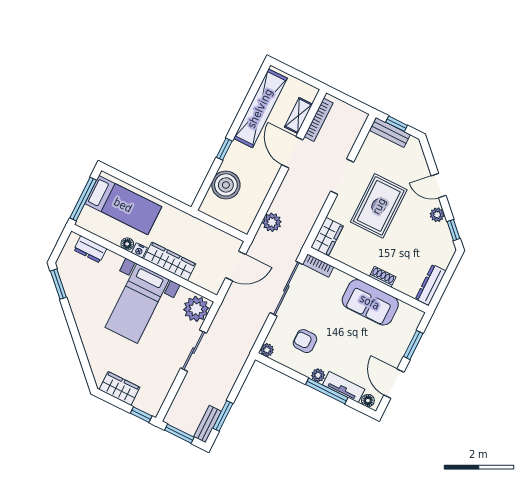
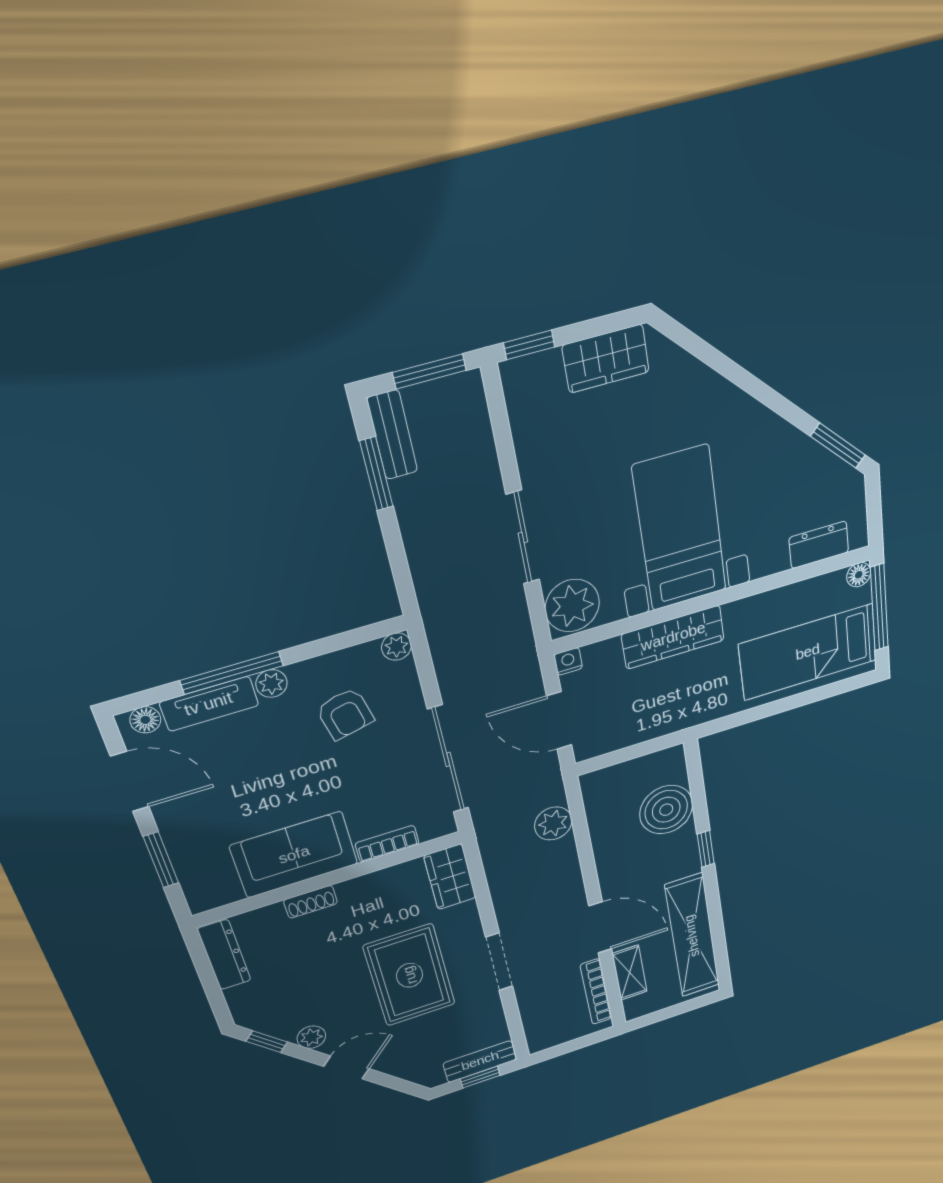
floor lamp: (127, 244) -> (859, 575), moved
nightstand: (139, 250) -> (568, 661), moved
bookcase: (318, 265) -> (387, 844), moved
door: (236, 266) -> (559, 721), hinge flipped
armchair: (305, 341) -> (345, 714), turned 77

